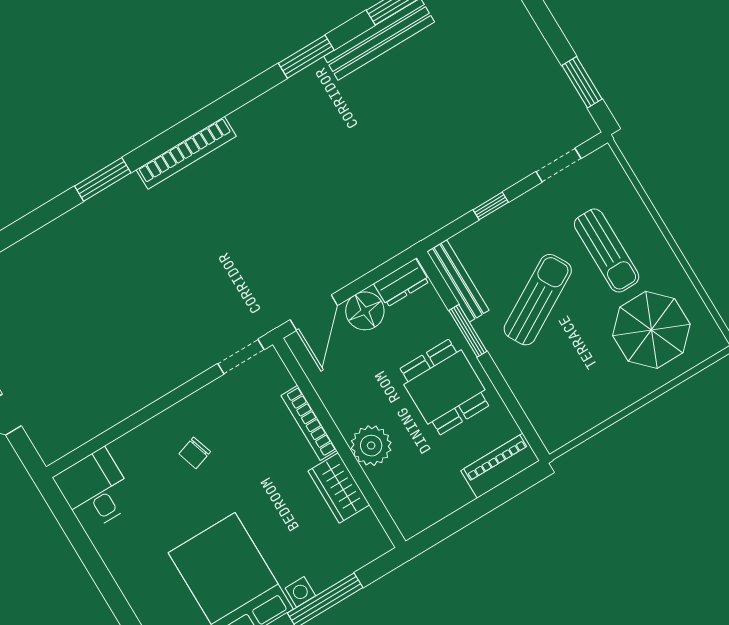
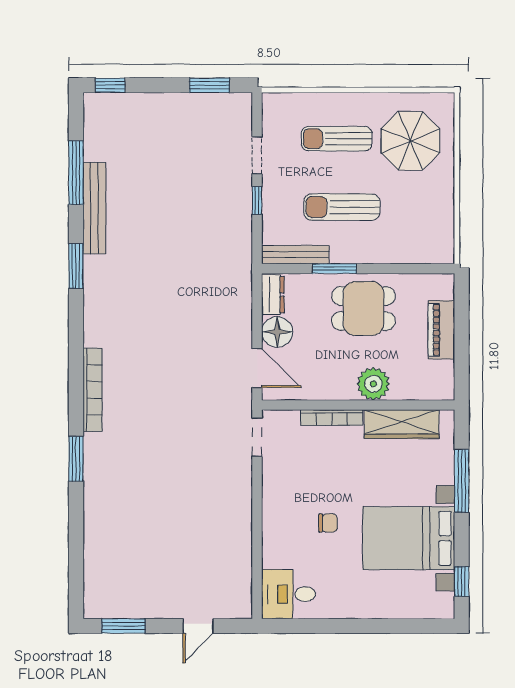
doorway: (559, 165) -> (257, 155), moved
sun lounger: (607, 251) -> (337, 139), turned 180
sun lounger: (538, 300) -> (342, 207), turned -60
chair: (195, 453) -> (328, 523), moved, turned -72
piano: (500, 466) -> (441, 330), moved
wardrobe: (339, 488) -> (402, 424), width x1.50

